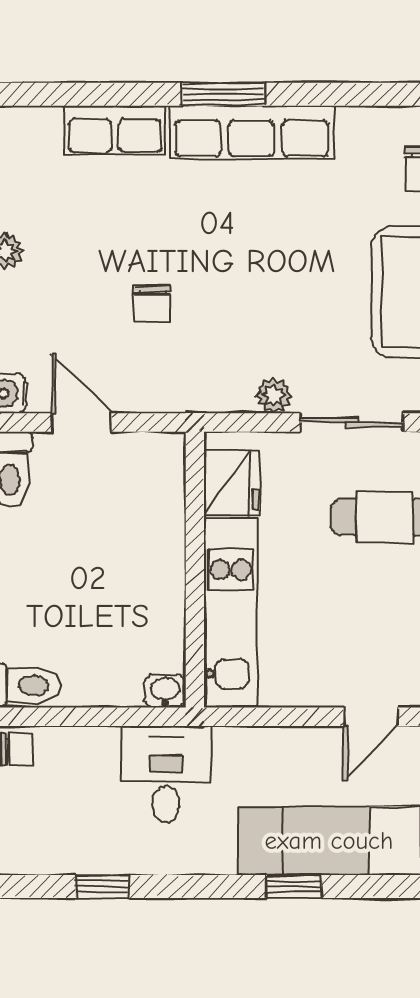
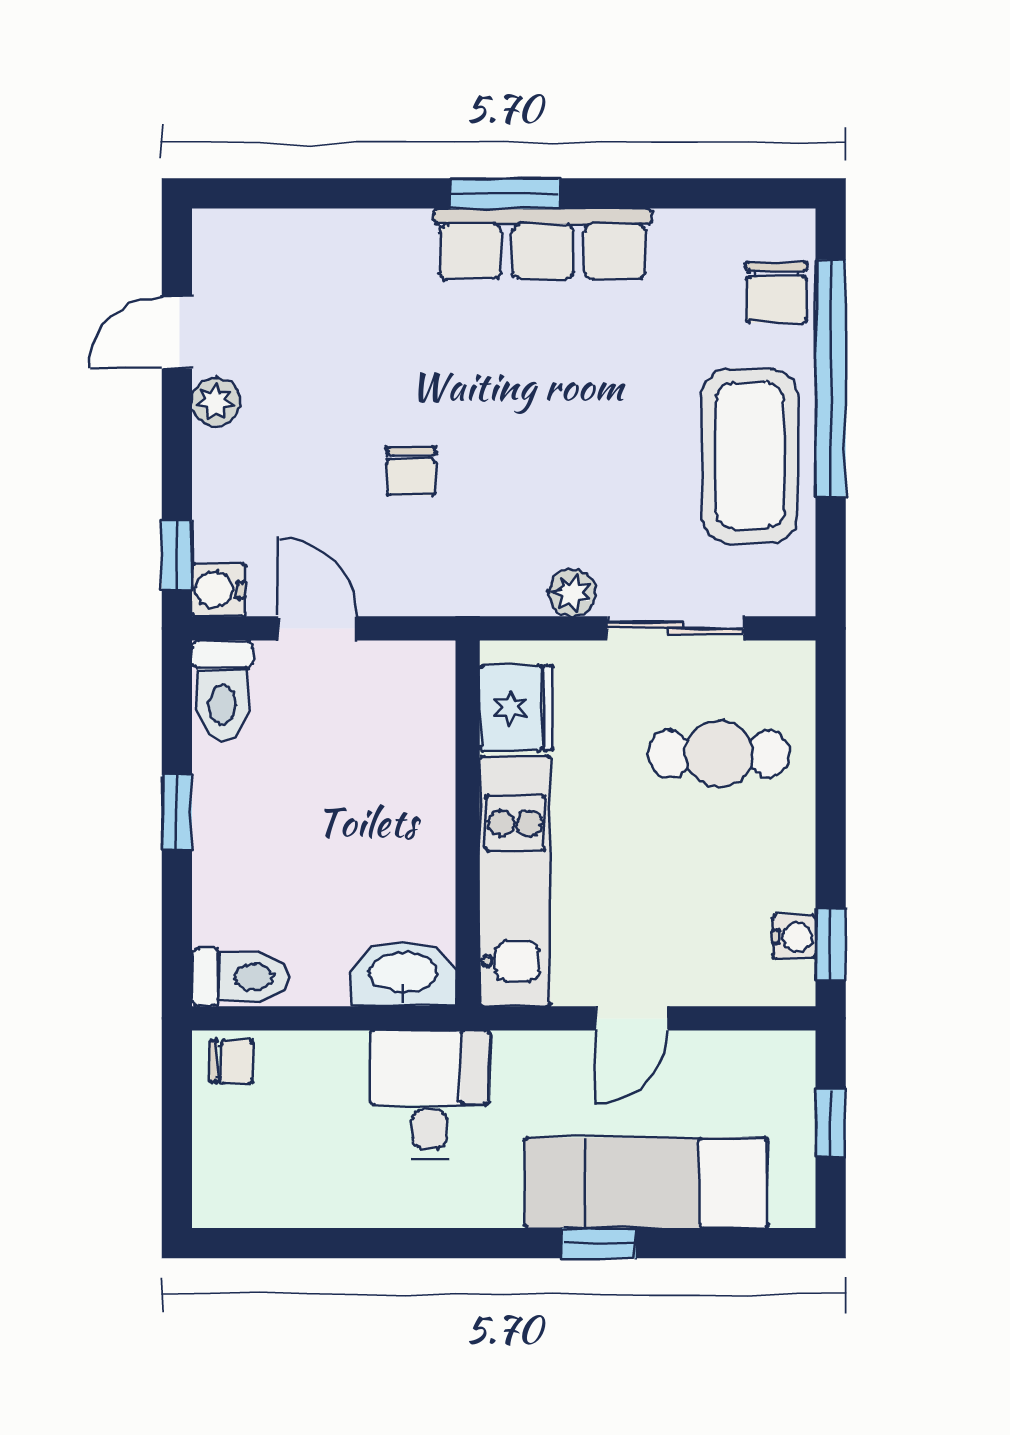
row of seats: (115, 130) -> (362, 241), removed
washbasin: (165, 691) -> (403, 974), width x1.91, depth x1.45
door: (371, 717) -> (632, 1018), moved
window: (102, 887) -> (345, 1243), removed

